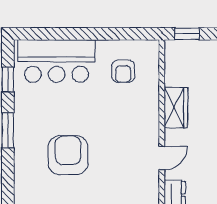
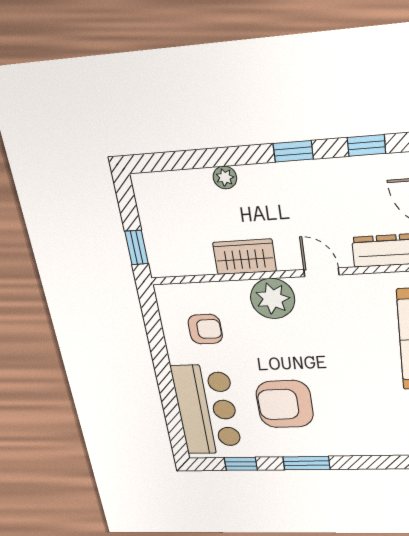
plant: (144, 123) -> (273, 299), added
armchair: (68, 155) -> (285, 404), moved

